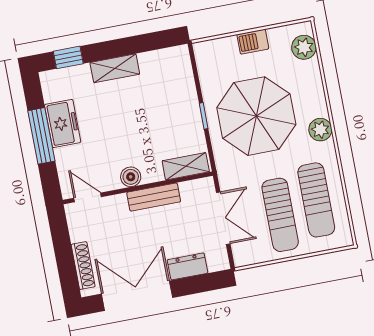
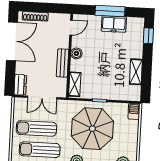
barbecue: (253, 42) -> (134, 111), moved
shelving: (115, 68) -> (136, 72), moved
dresser: (188, 266) -> (20, 85), moved

